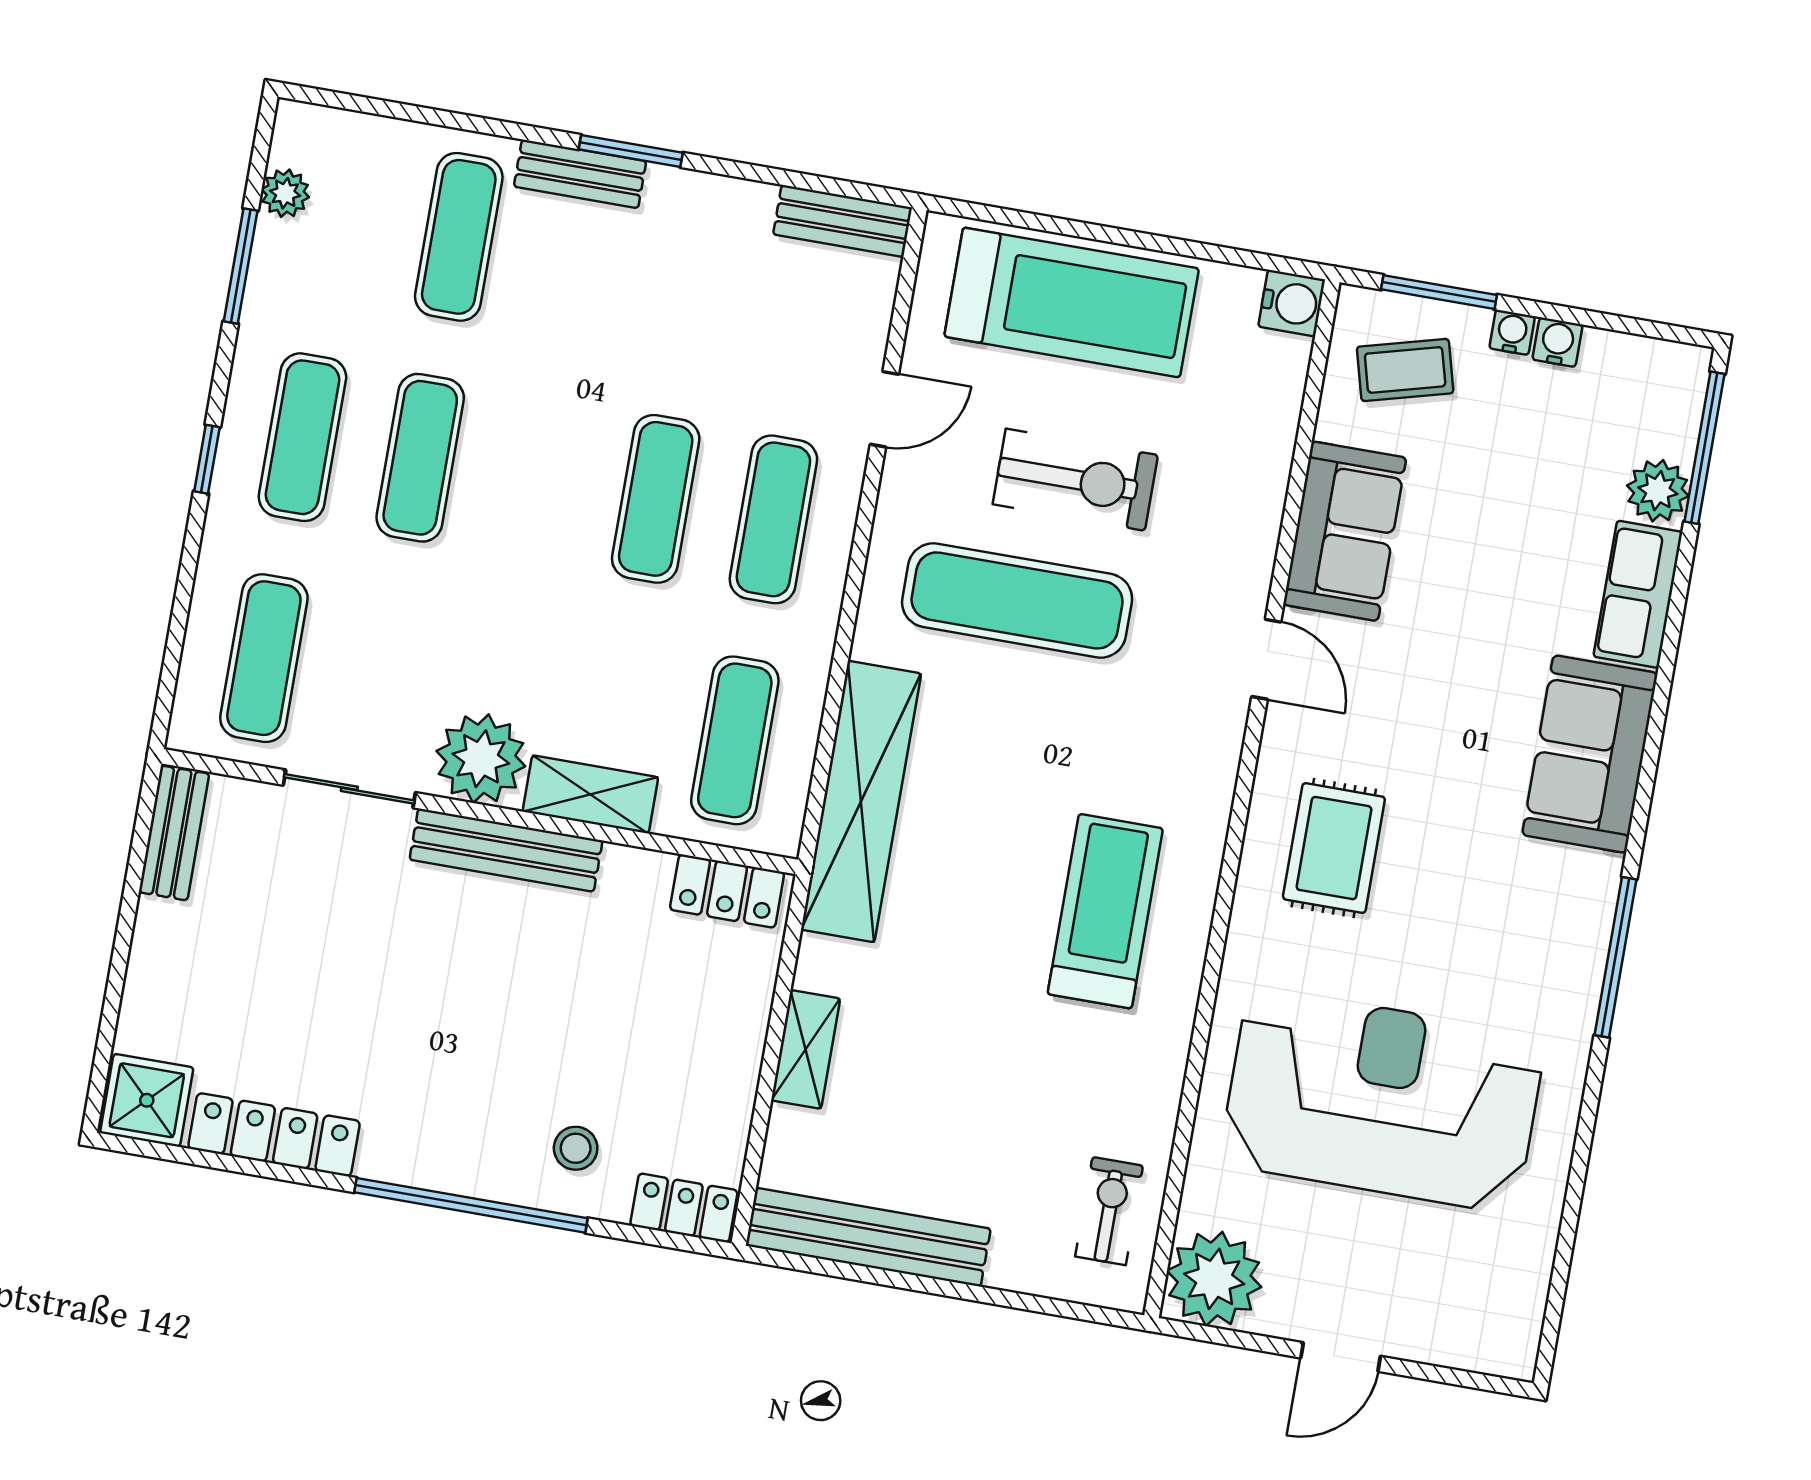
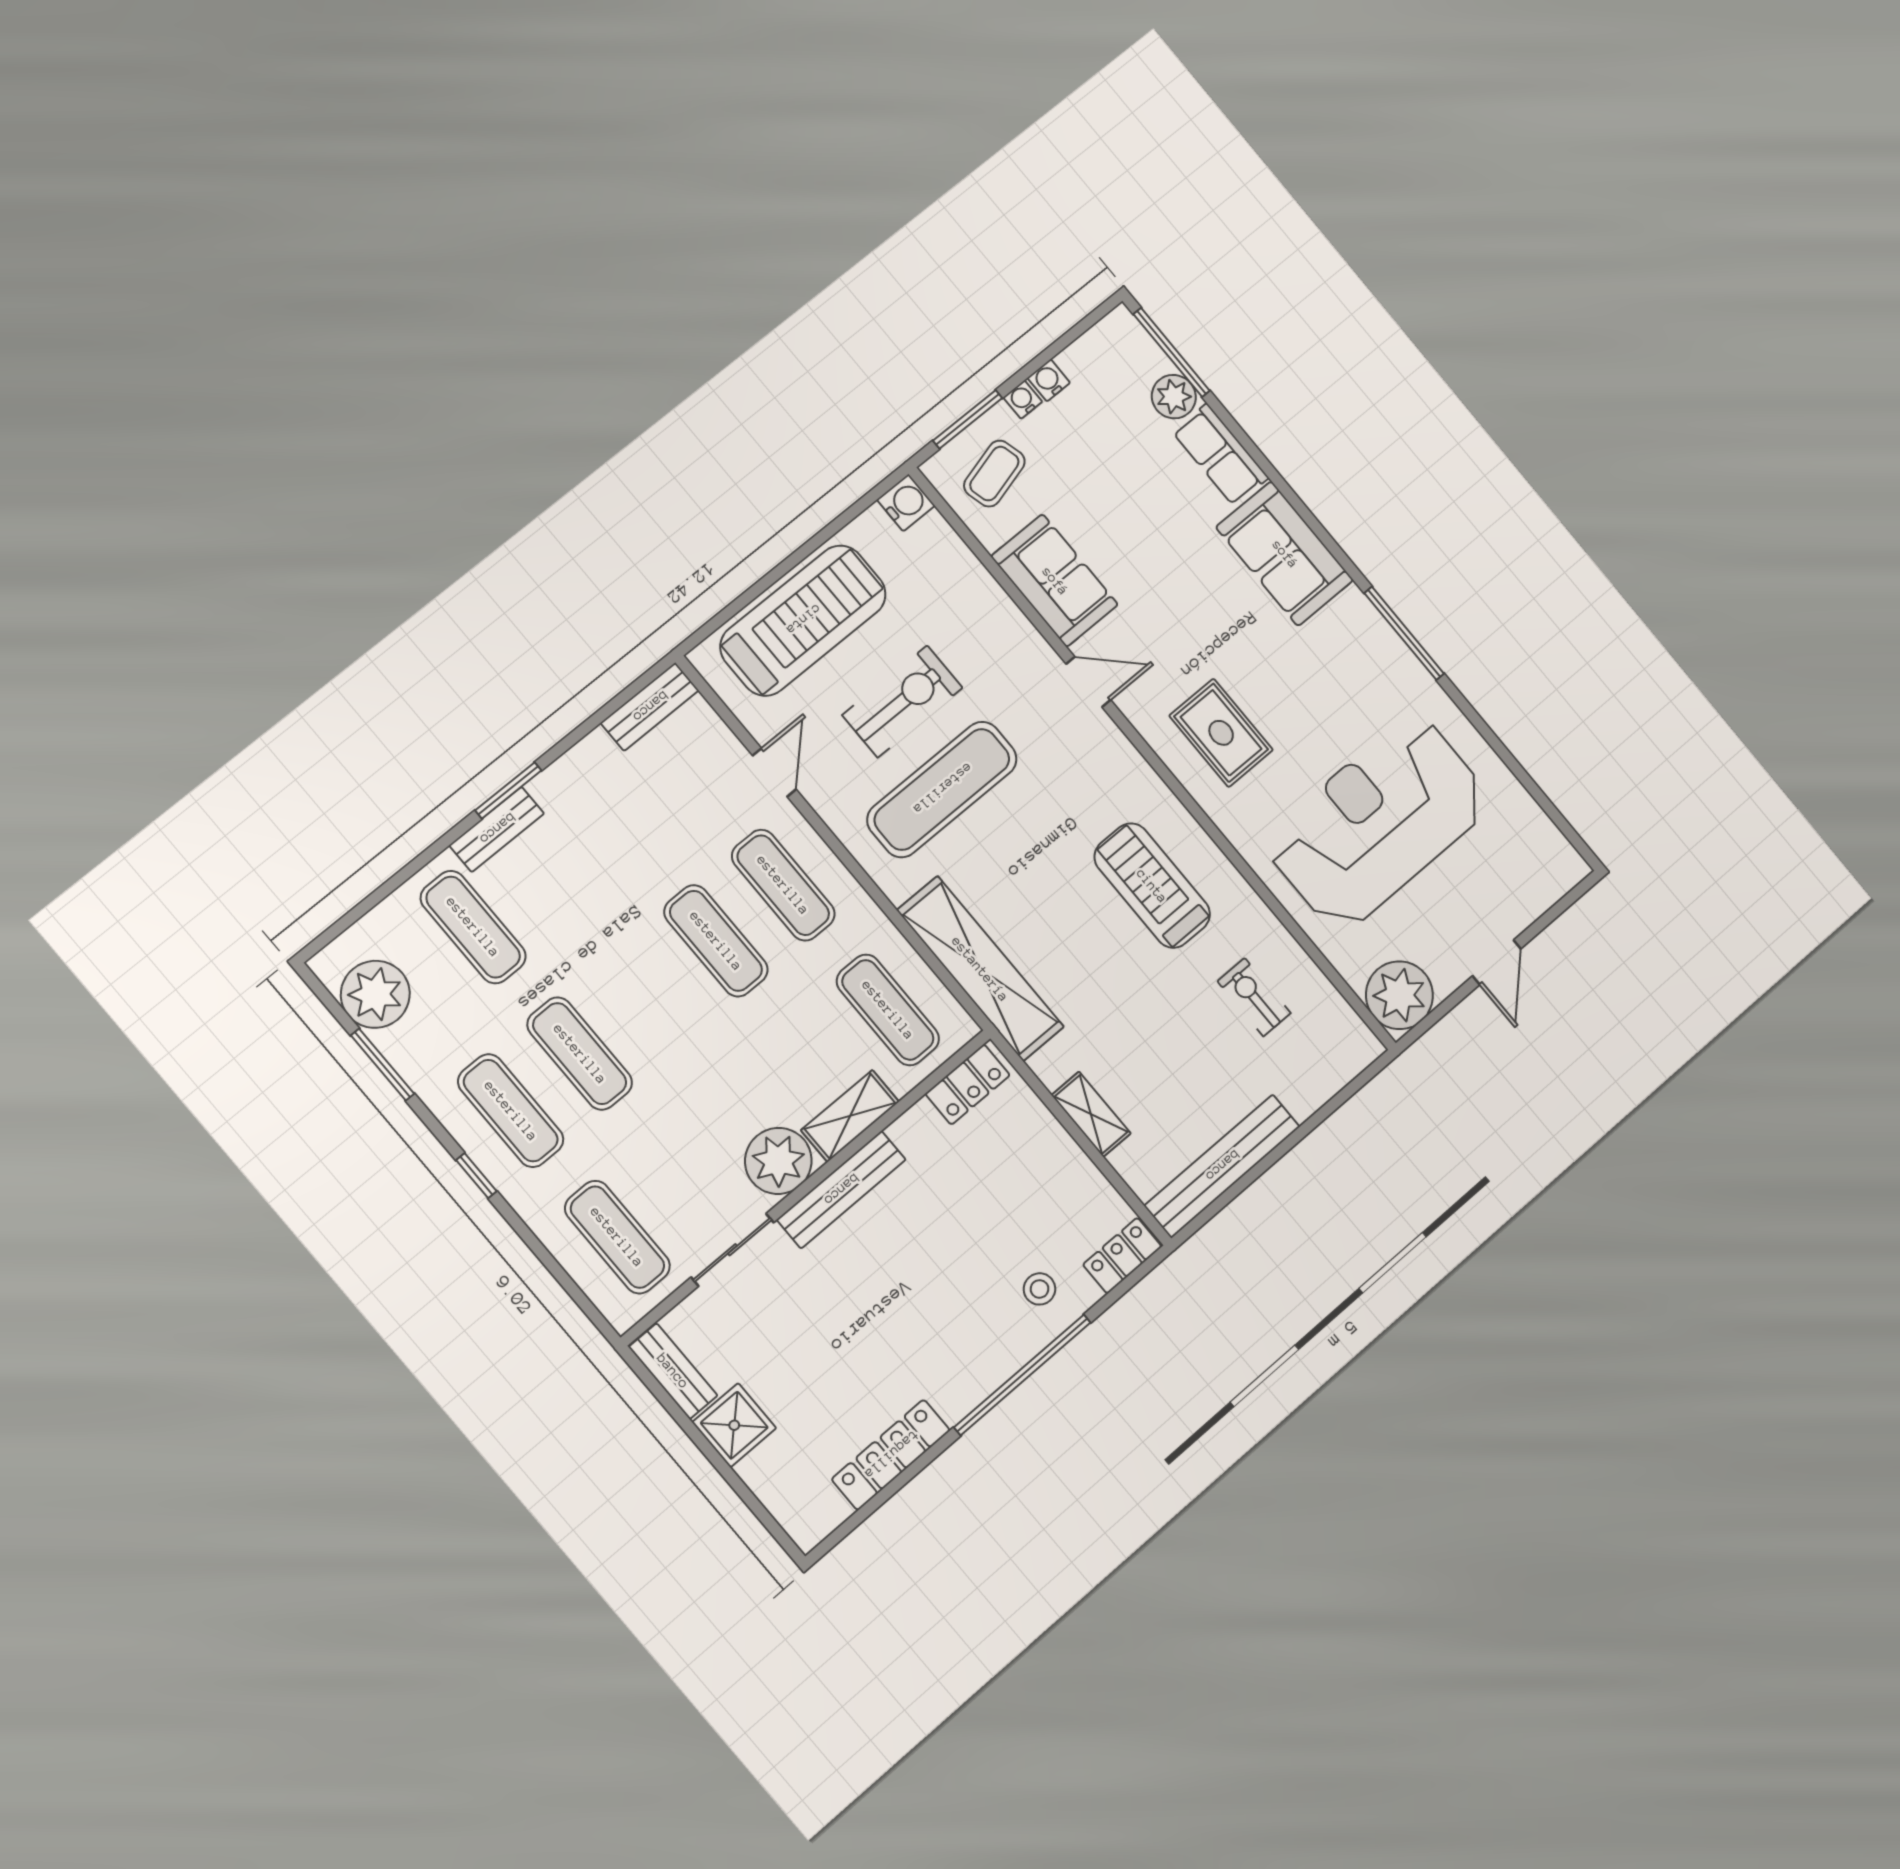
plant: (285, 193) -> (375, 994), width x1.87, depth x1.87
shower: (147, 1100) -> (734, 1425), moved
exercise bike: (1109, 1211) -> (1254, 997), moved

